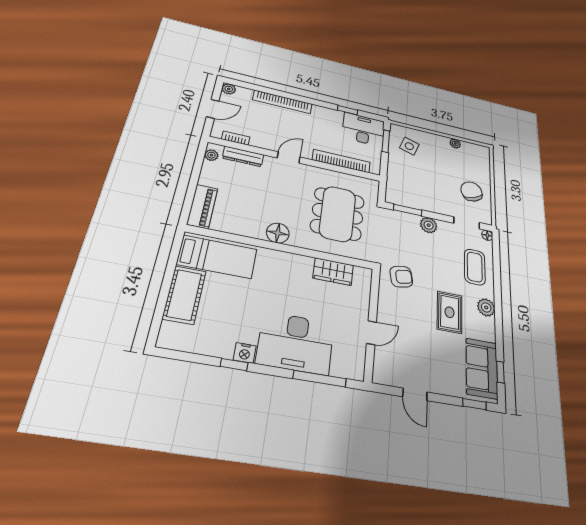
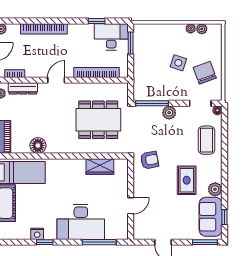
side table: (409, 146) -> (178, 63), moved
plant: (468, 147) -> (202, 29), added
window: (408, 210) -> (152, 103), width x1.44
dining table: (338, 214) -> (98, 120), turned 90
floor lamp: (278, 233) -> (38, 145), moved
plant: (486, 307) -> (215, 189), moved
nightstand: (245, 353) -> (37, 234), moved
window: (474, 404) -> (205, 242), width x1.50

